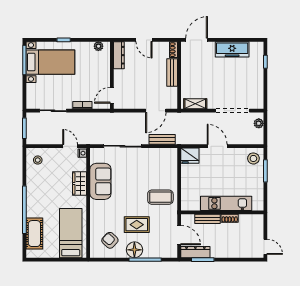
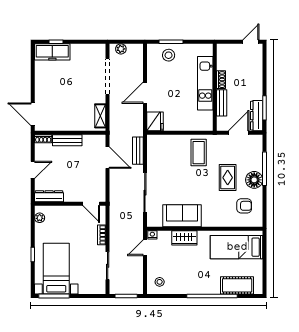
freezer: (232, 49) -> (52, 52), moved, turned 90
stool: (253, 158) -> (169, 55), moved
armchair: (110, 240) -> (244, 206), turned -133

